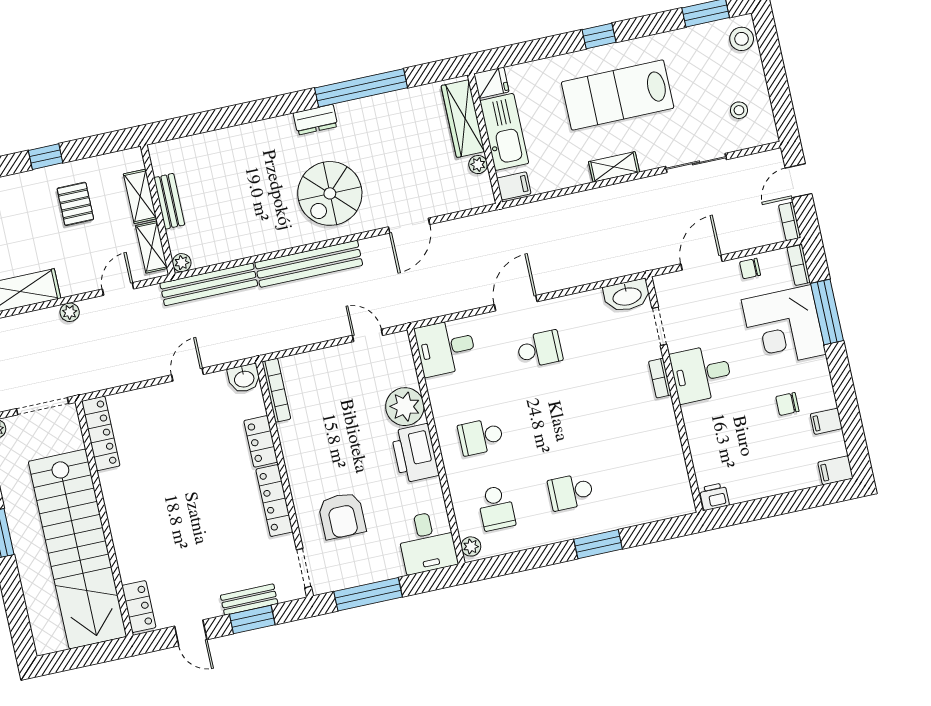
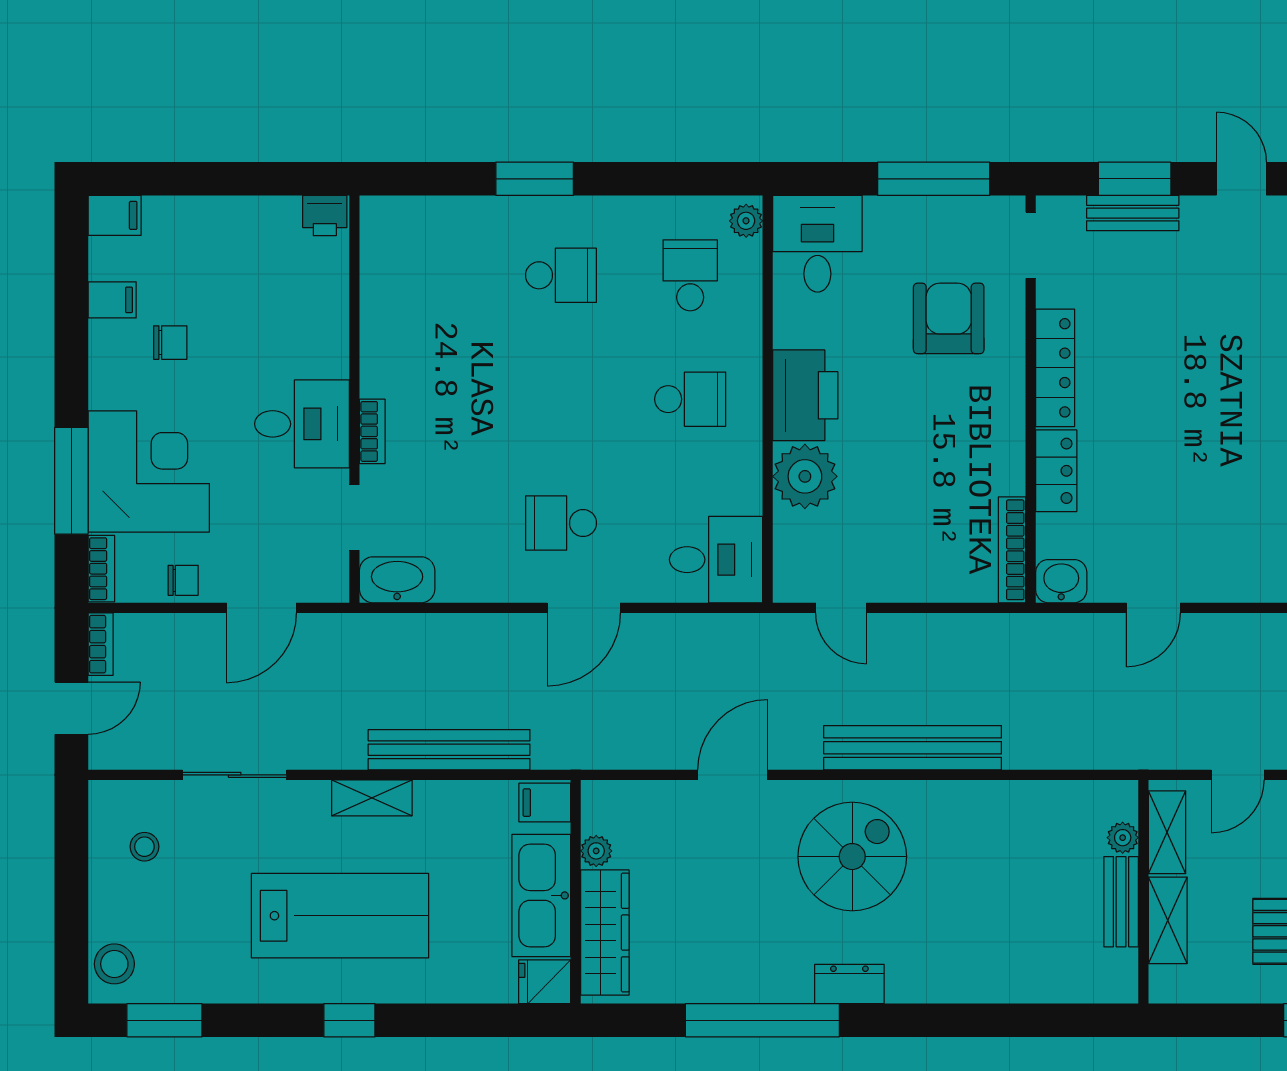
plant: (182, 263) -> (1123, 838), moved
bench: (209, 284) -> (449, 750), moved

